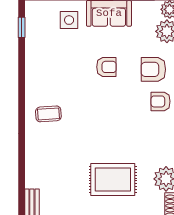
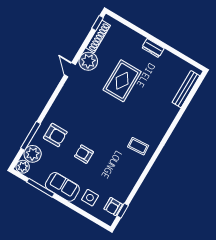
armchair: (161, 101) -> (113, 207), moved, turned 90
rug: (113, 180) -> (122, 81), turned 90

